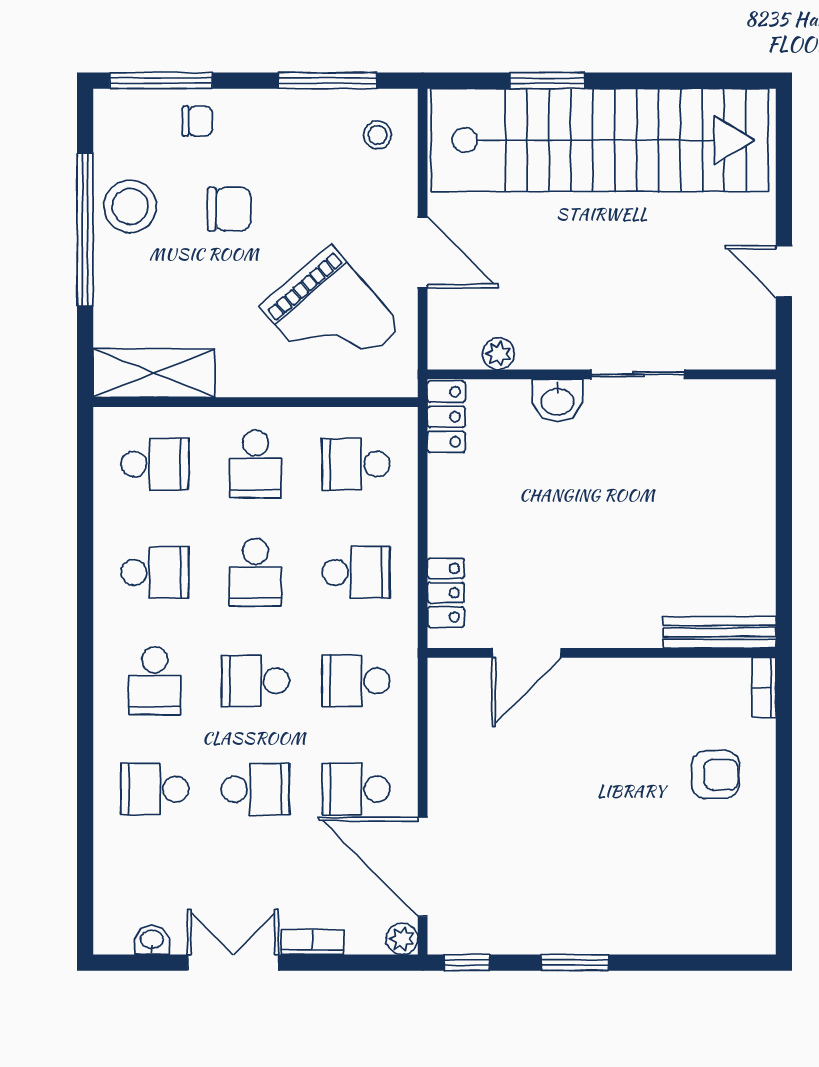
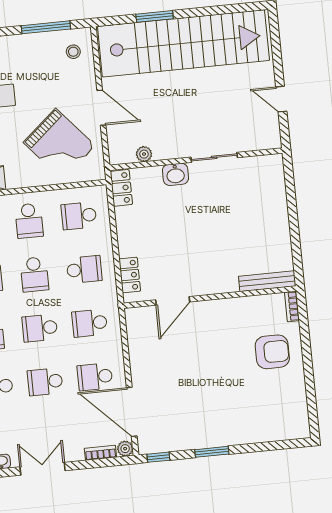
armchair: (716, 775) -> (272, 352), width x1.38, depth x1.38
school desk: (255, 789) -> (45, 382), turned 180
bookcase: (312, 942) -> (100, 453), moved

